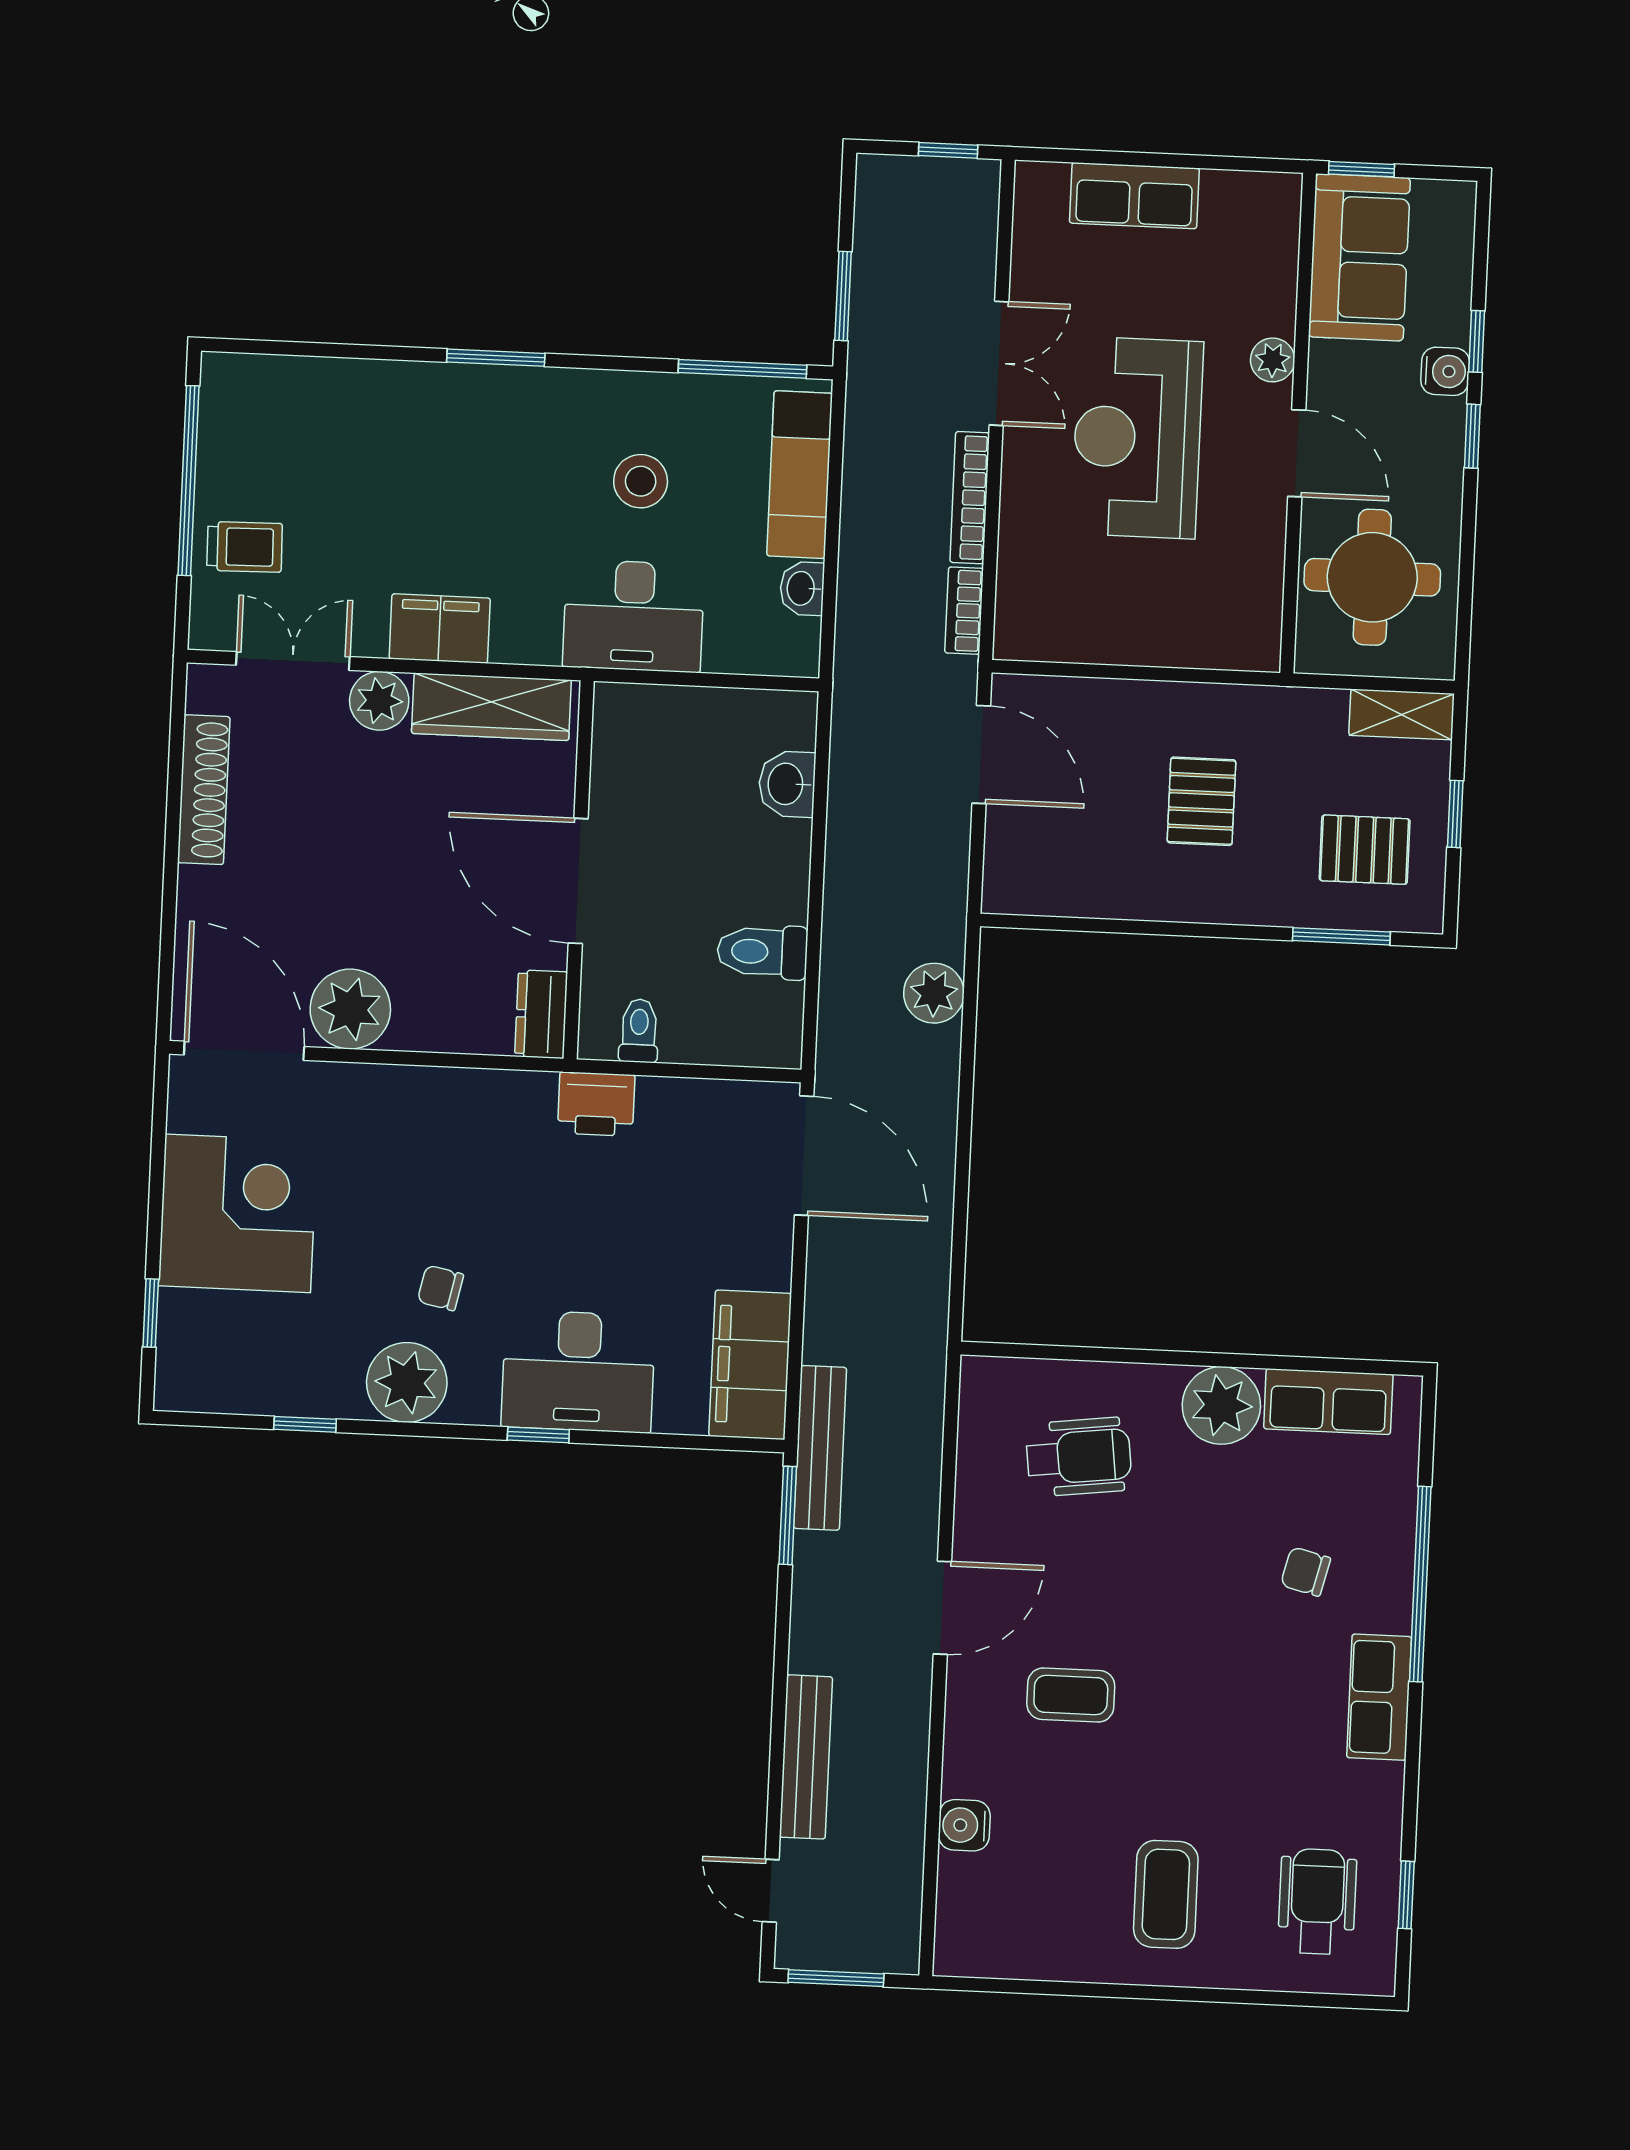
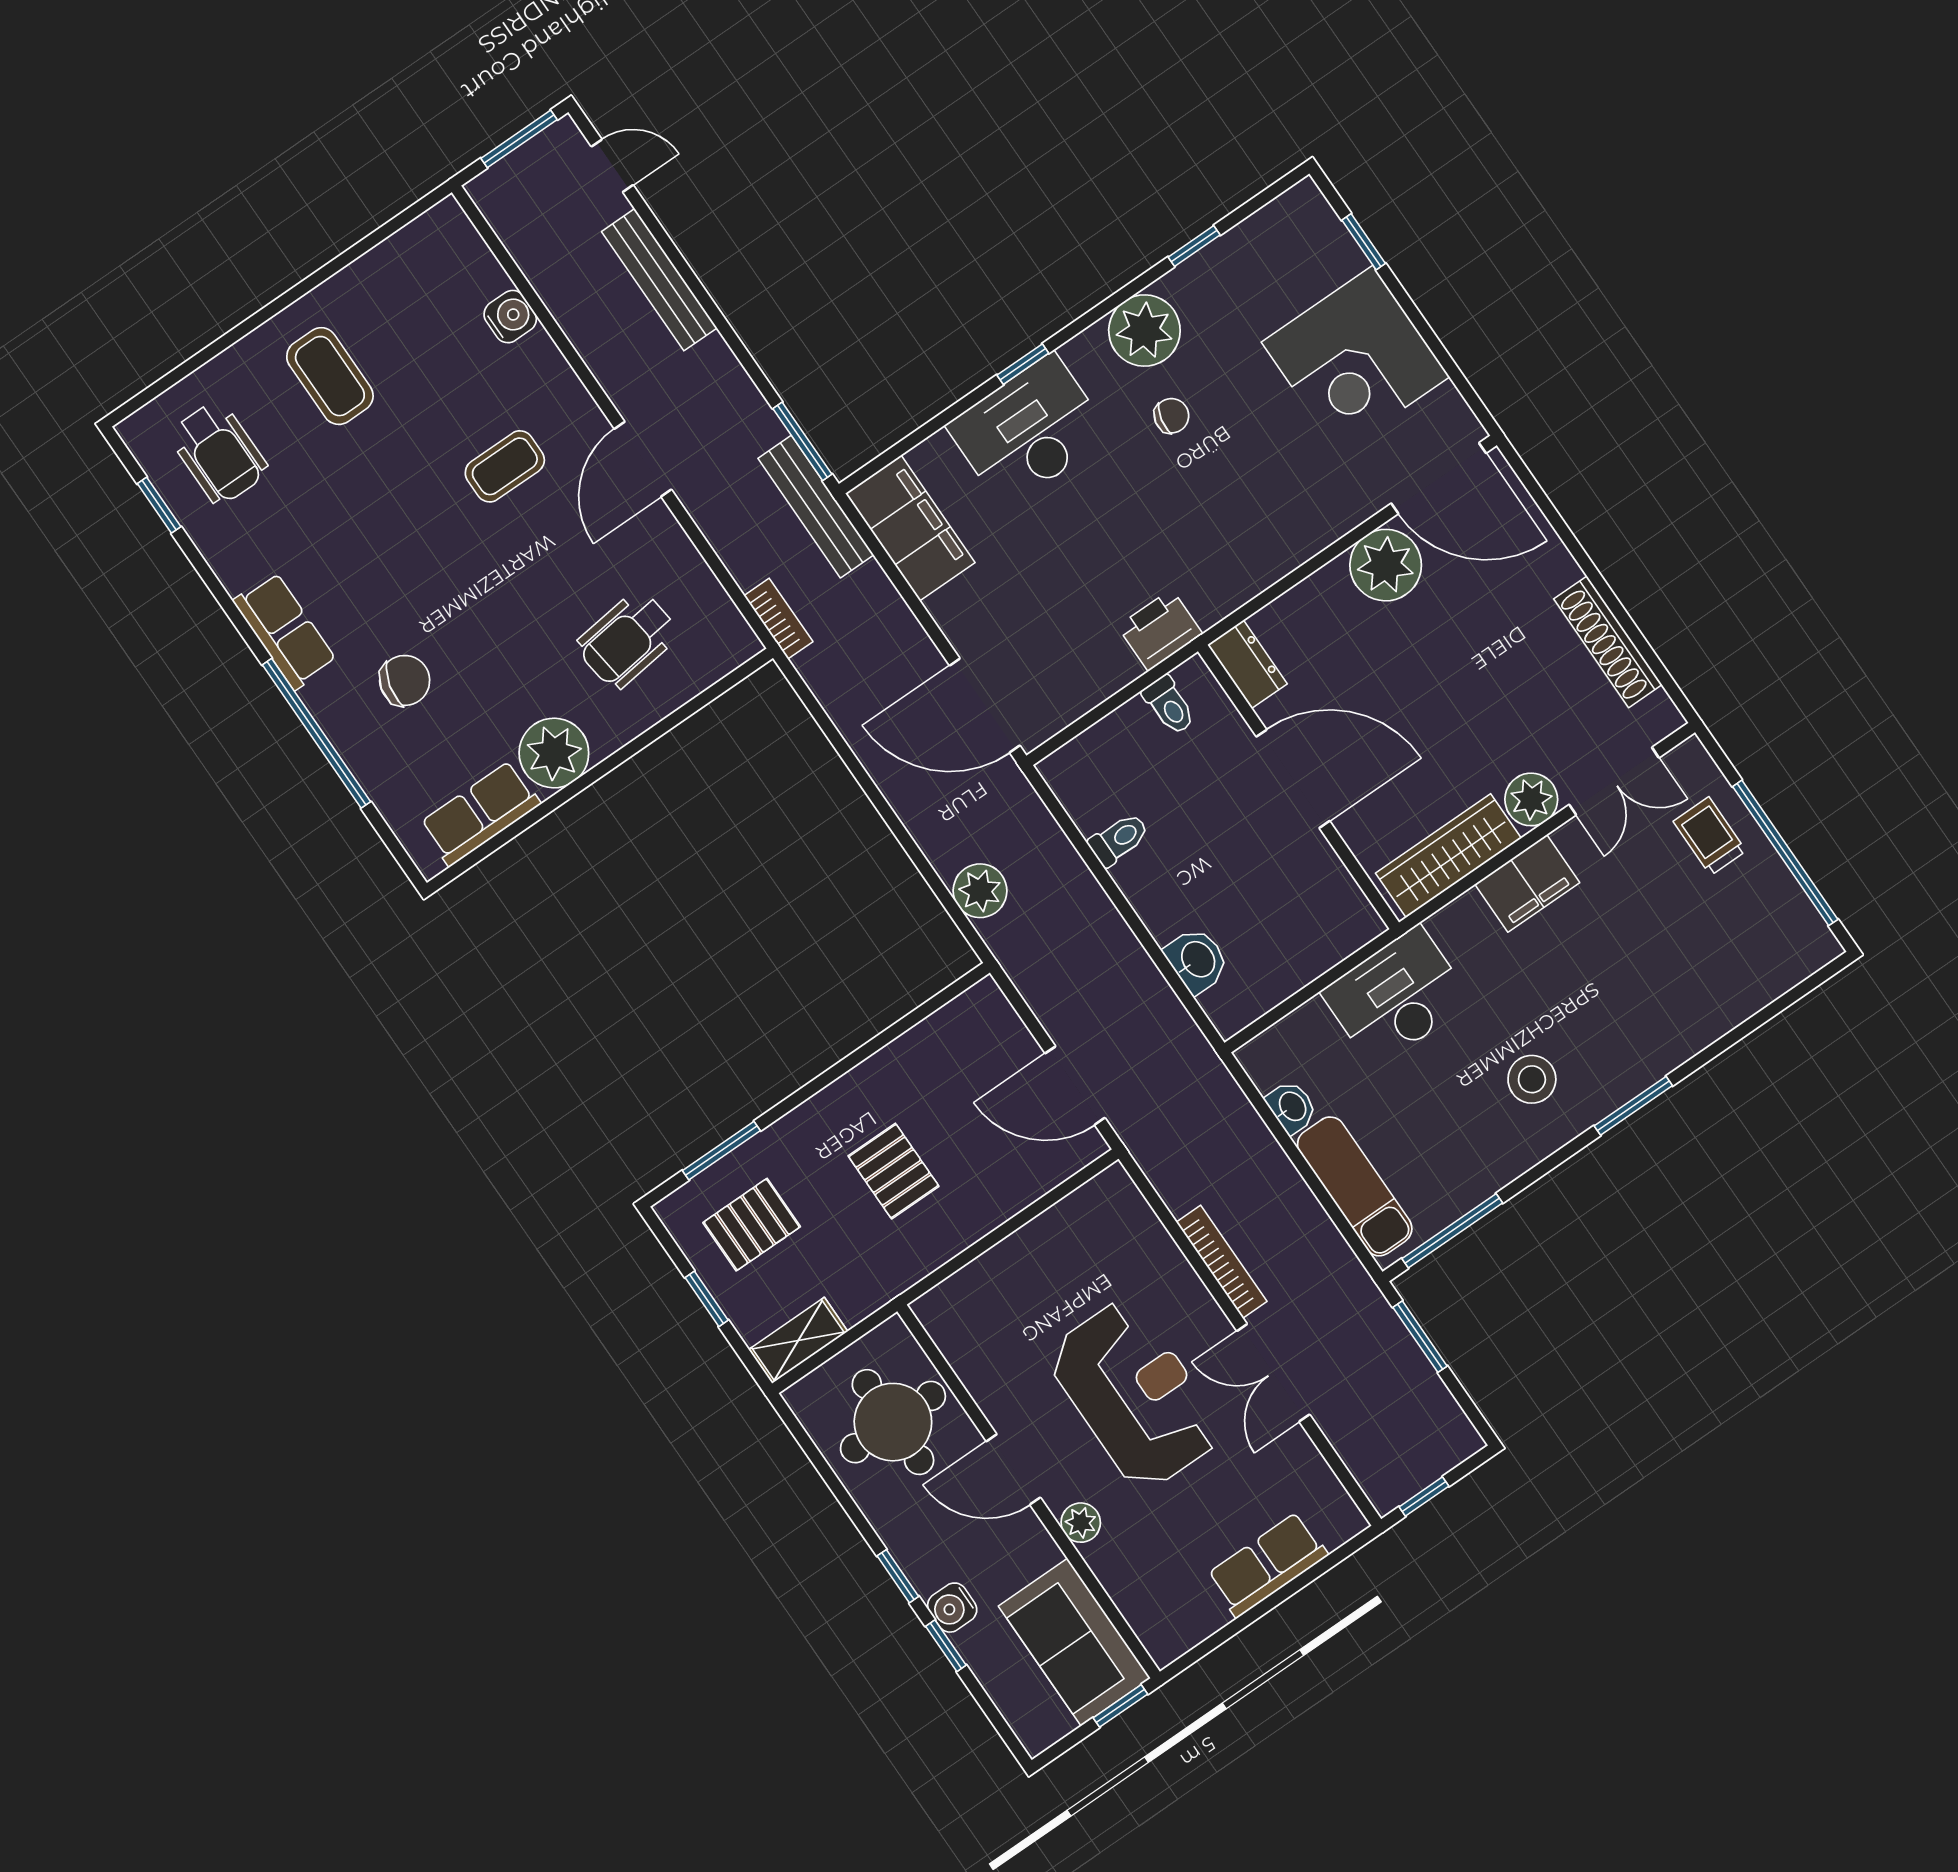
stool: (641, 481) -> (1532, 1079), moved
trolley: (245, 547) -> (1710, 836), turned 91
bookcase: (964, 611) -> (778, 619), moved
toilet: (762, 952) -> (1119, 839), width x0.73, depth x0.72
chair: (1306, 1572) -> (405, 680), width x1.37, depth x1.37

